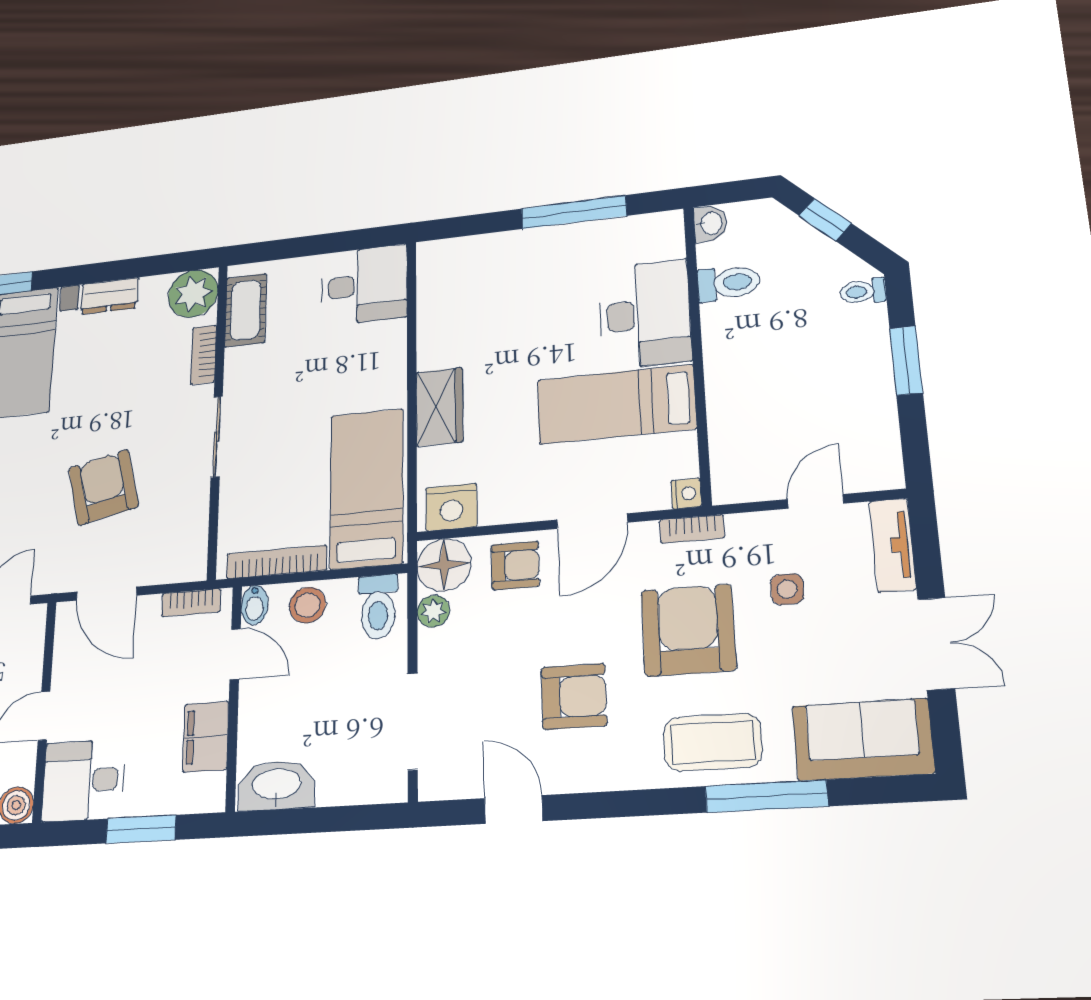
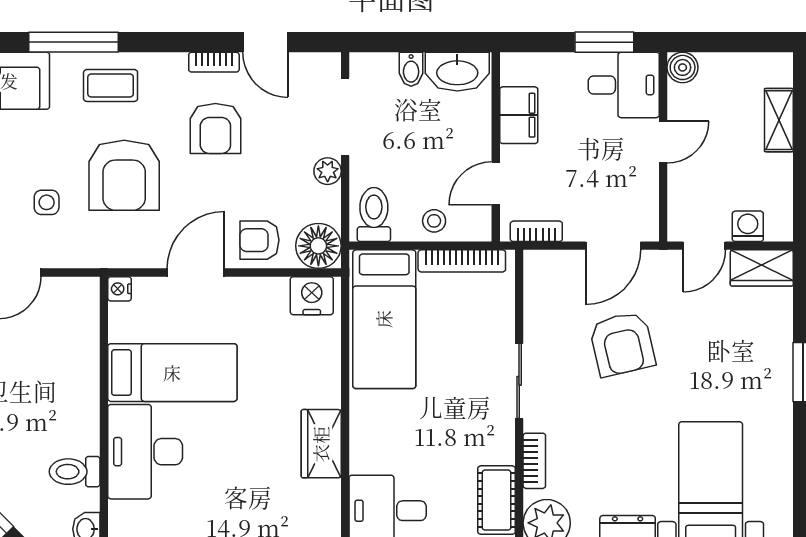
wardrobe: (439, 407) -> (321, 444), moved
bookcase: (692, 529) -> (214, 62), moved, turned 180
door: (107, 594) -> (613, 246), swing flipped
bidet: (255, 605) -> (411, 69), moved, turned 180
stool: (308, 605) -> (434, 221), width x0.73, depth x0.73
plant: (433, 611) -> (328, 171), moved
door: (235, 654) -> (496, 183), hinge flipped
armchair: (574, 696) -> (215, 128), turned -90
coffee table: (713, 742) -> (111, 85), width x0.73, depth x0.77
window: (141, 829) -> (604, 42), moved

